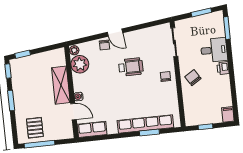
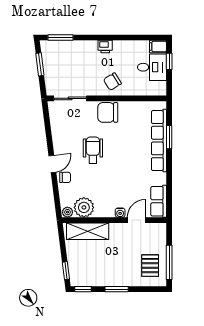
desk: (214, 50) -> (152, 67), moved, turned 90
chair: (165, 76) -> (108, 112), width x1.87, depth x1.87
shelving: (61, 85) -> (88, 231), moved
window: (206, 127) -> (169, 61), moved
pallet: (35, 128) -> (150, 266), turned 90

